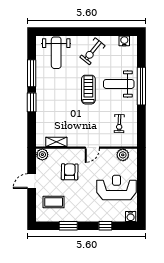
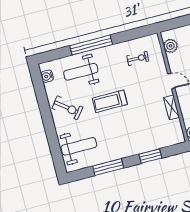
weight bench: (119, 84) -> (81, 72), moved, turned 90
window: (32, 102) -> (150, 156), moved
shelving: (56, 142) -> (172, 107), moved

